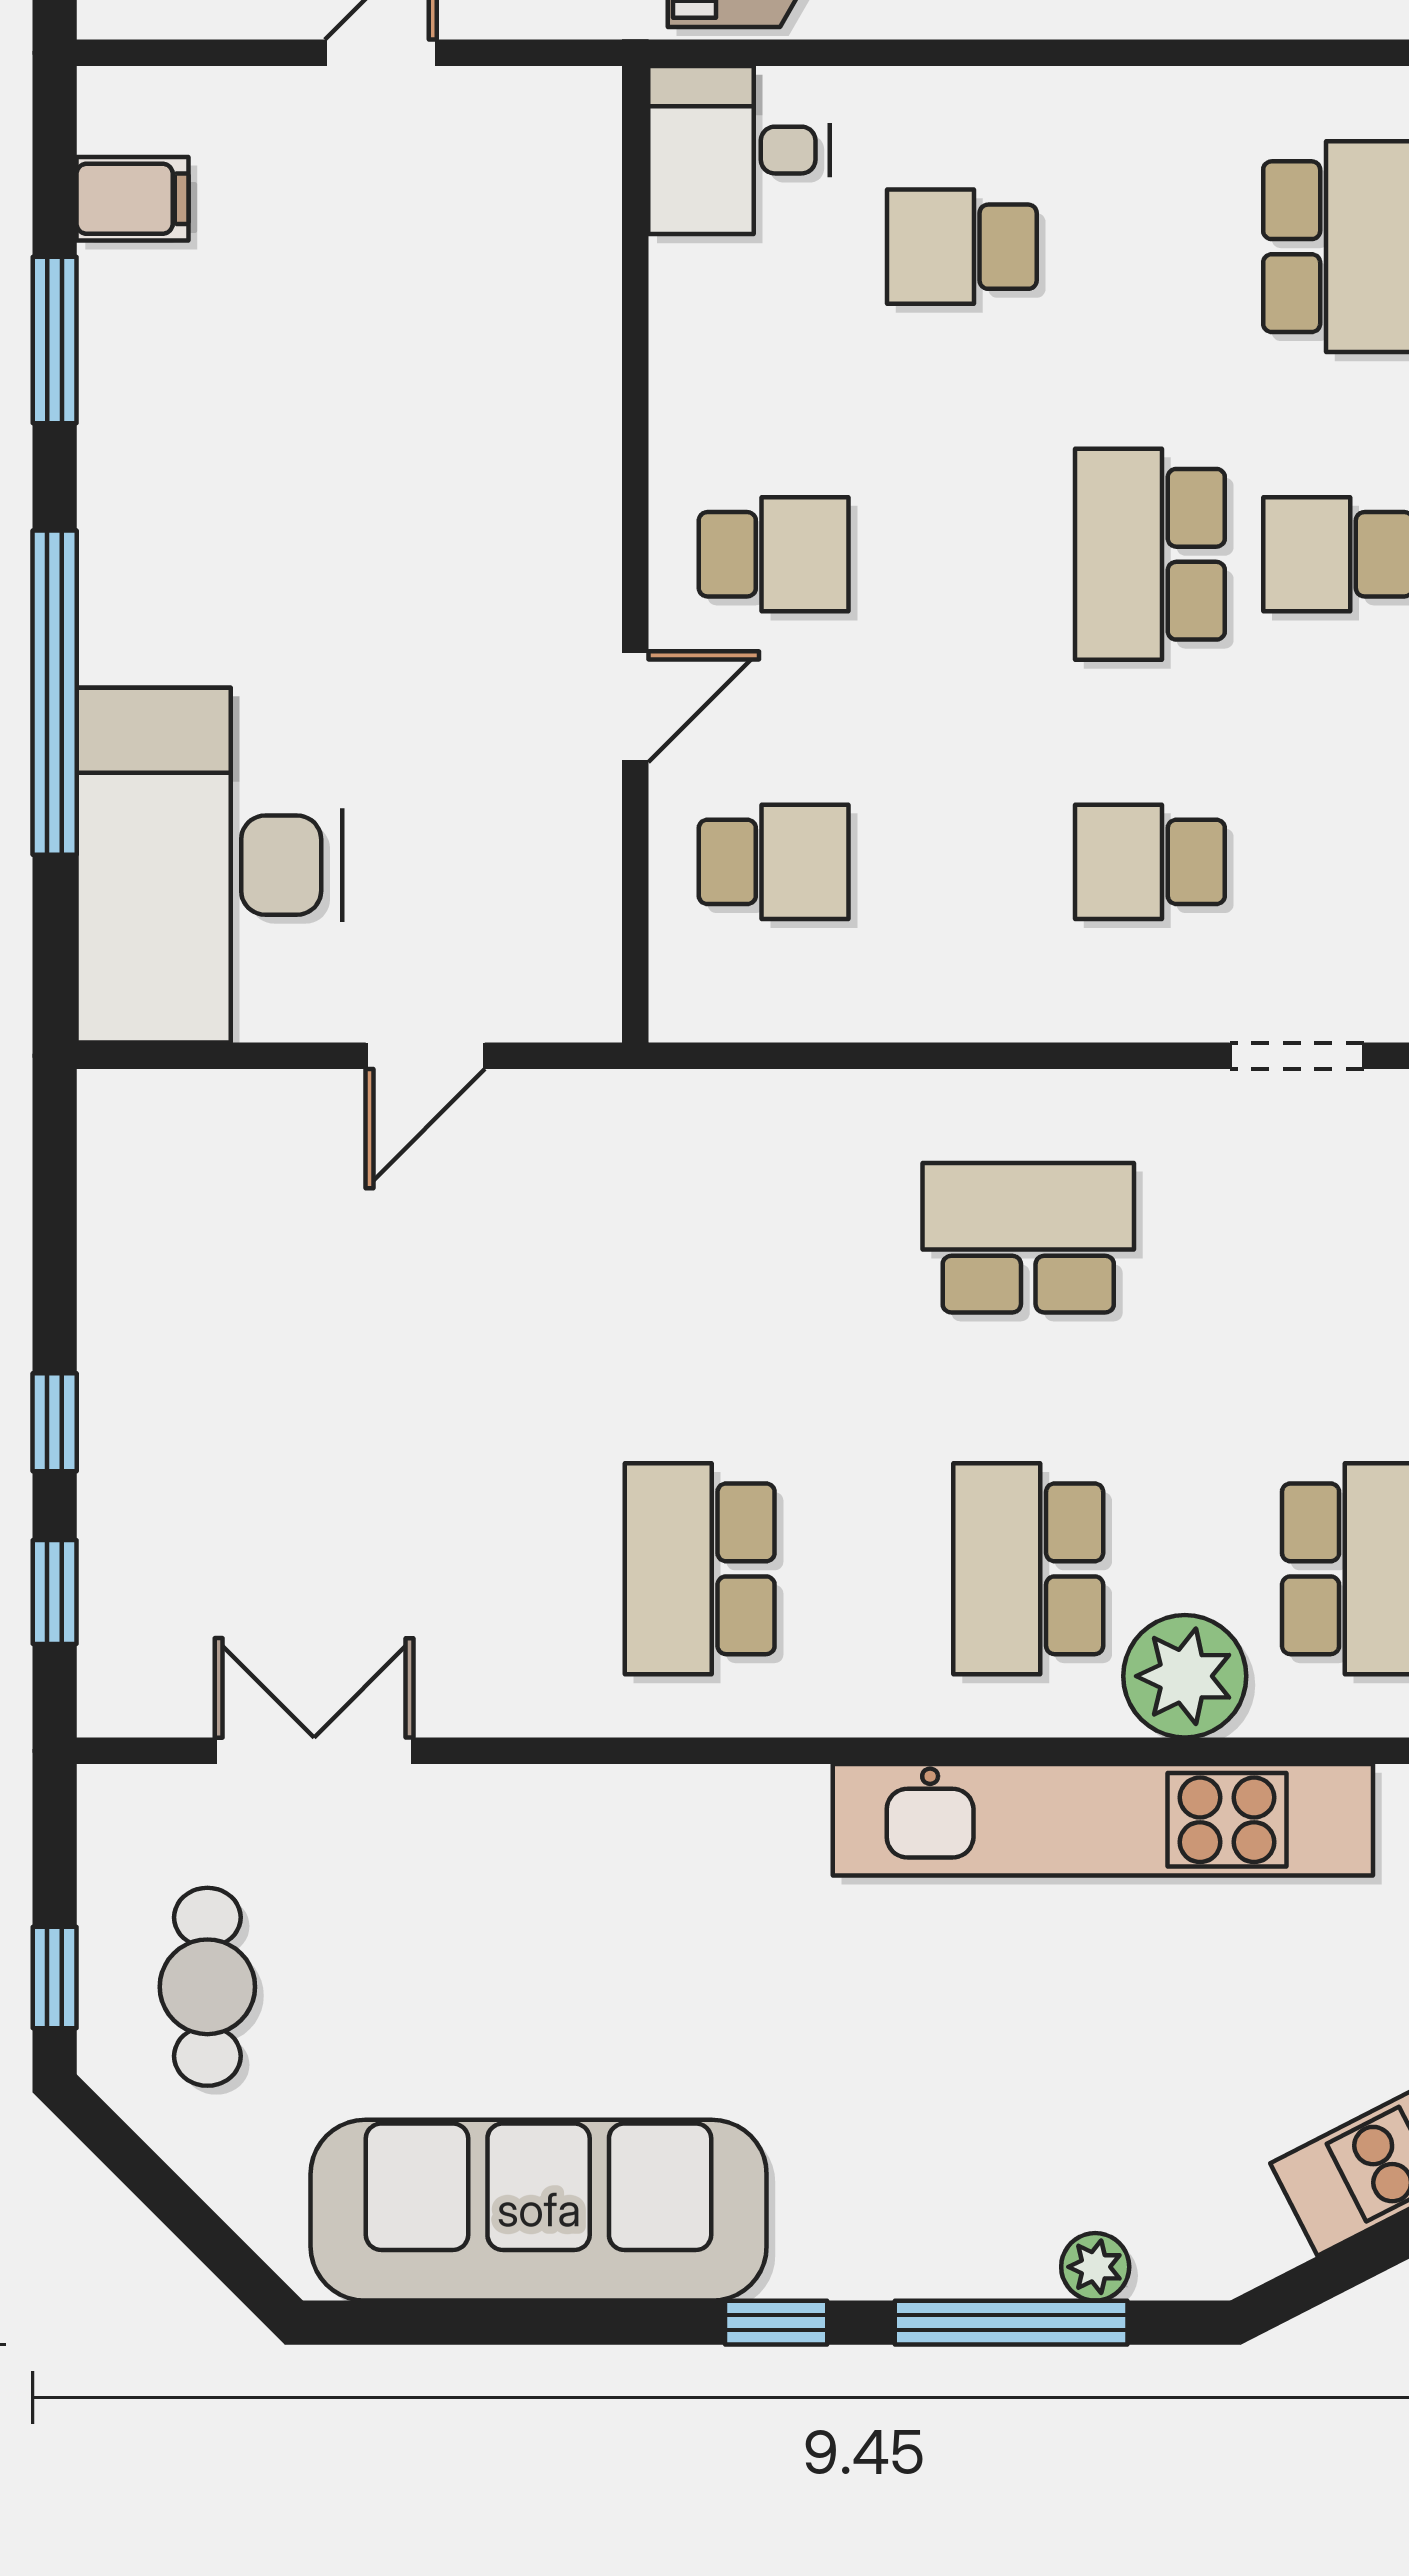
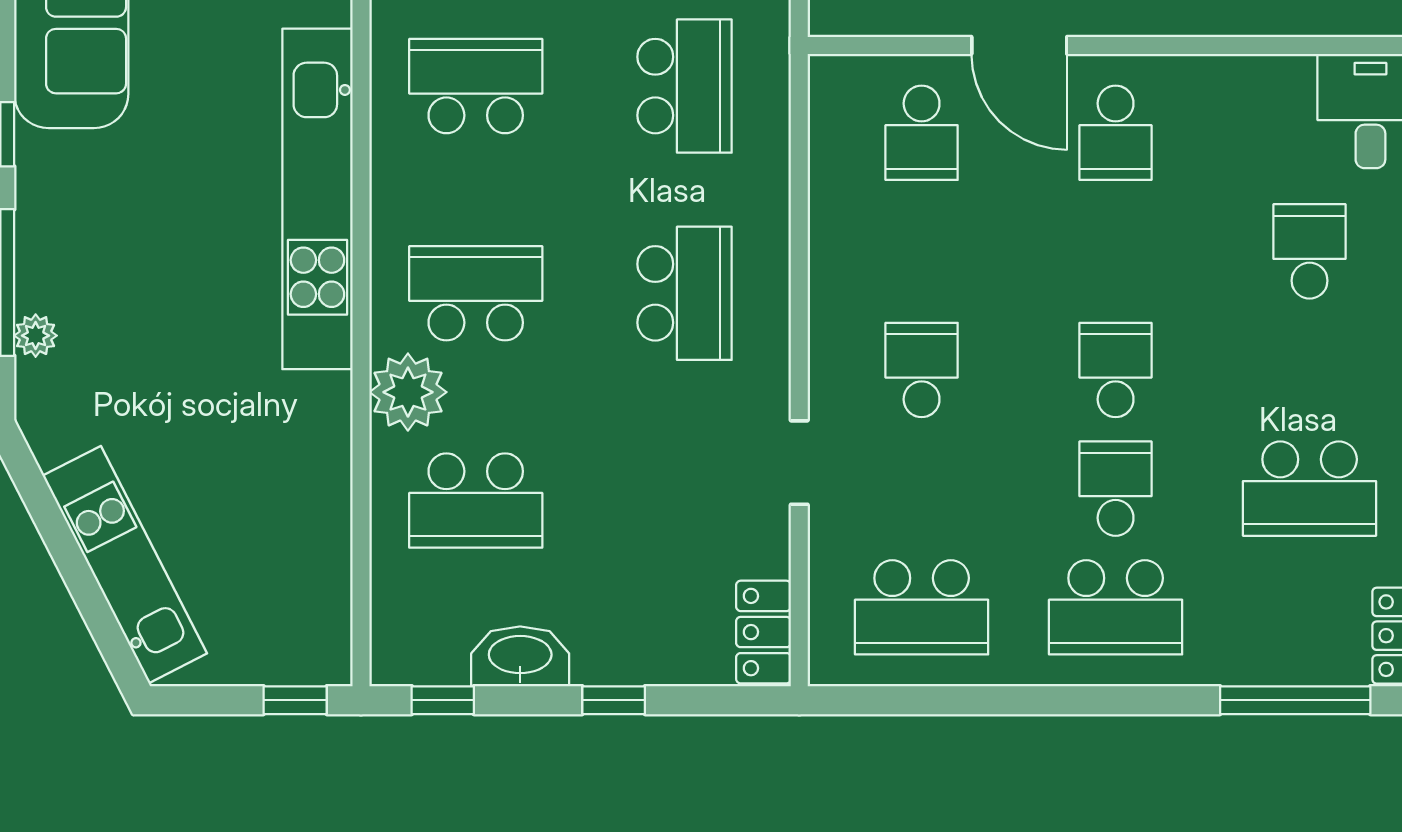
school desk: (1150, 554) -> (1116, 370), width x0.54
door: (635, 707) -> (1019, 45), width x1.37
school desk: (700, 1238) -> (685, 86), added
kitchen unit: (1103, 1820) -> (317, 199), moved

